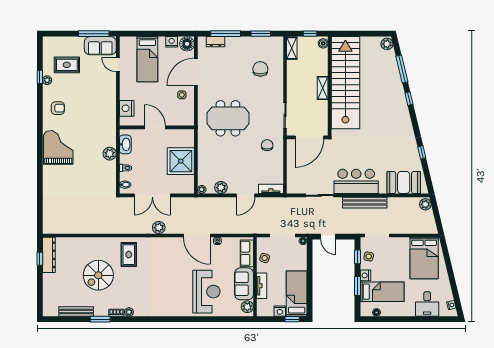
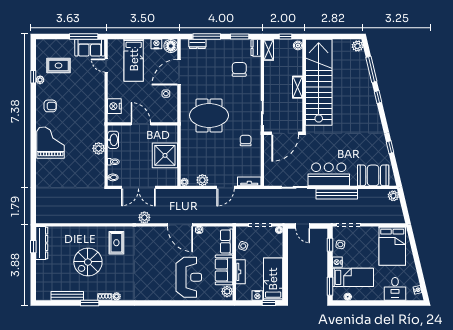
dresser: (278, 46) -> (256, 48), added
window: (358, 286) -> (330, 286), moved

